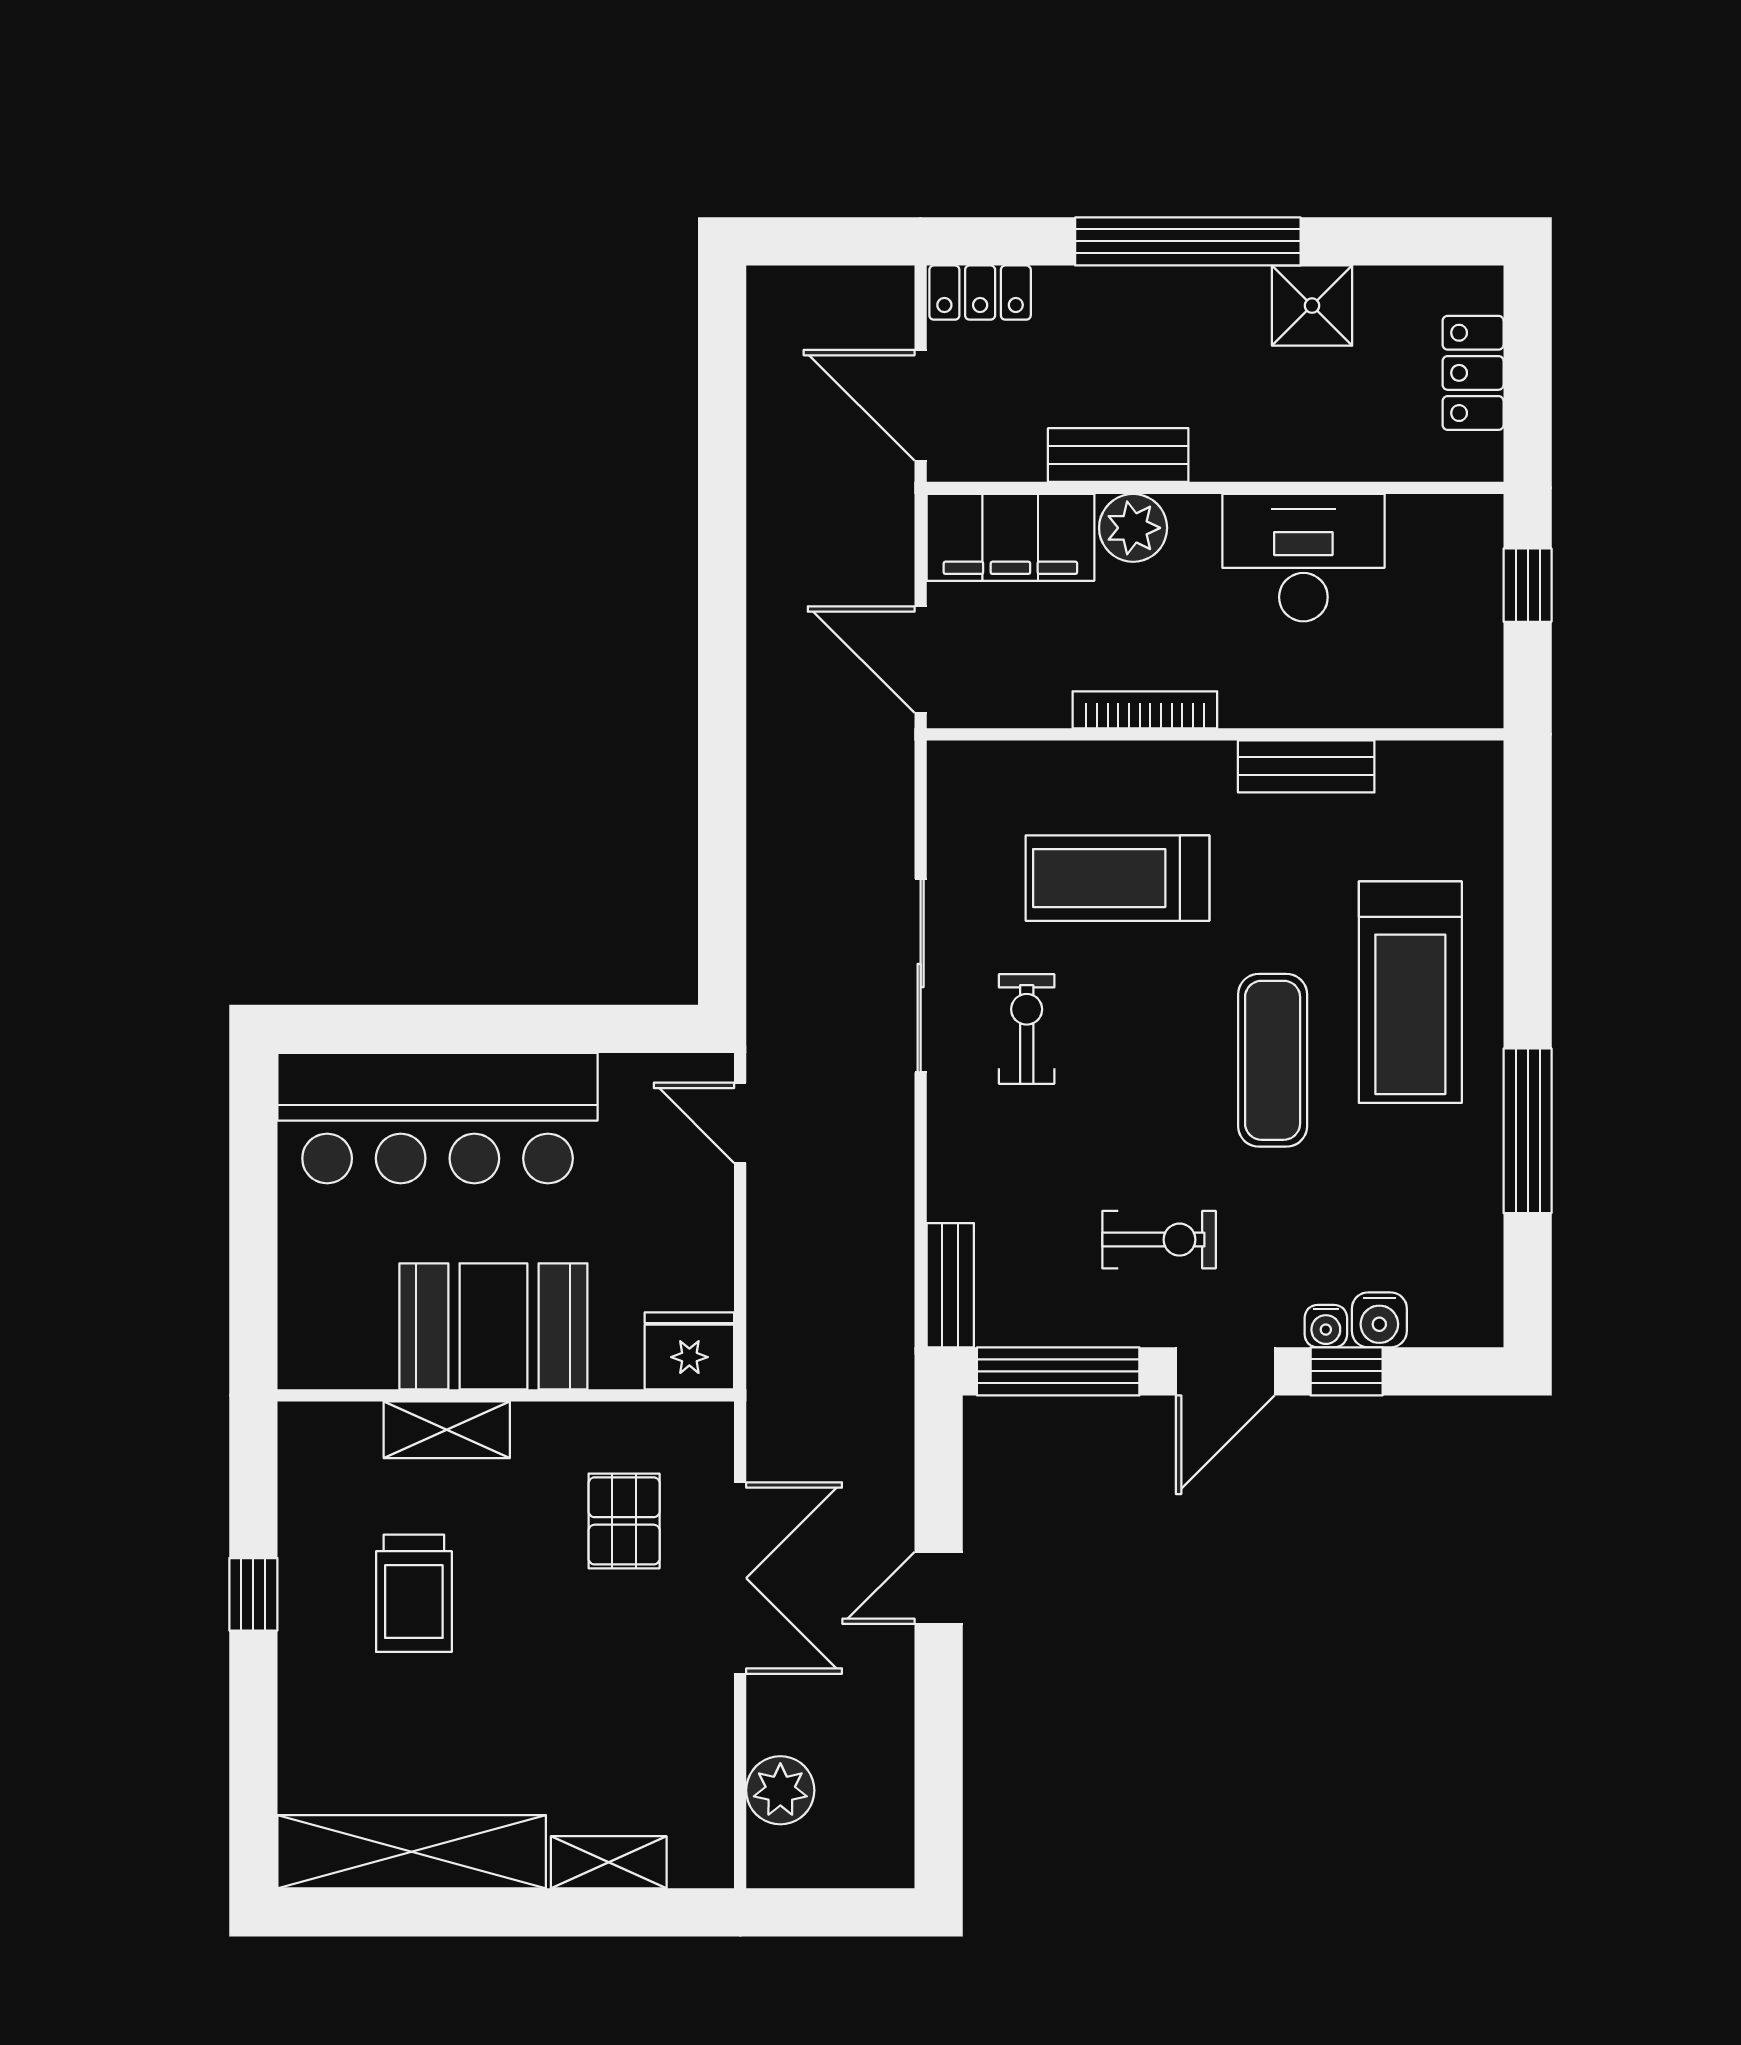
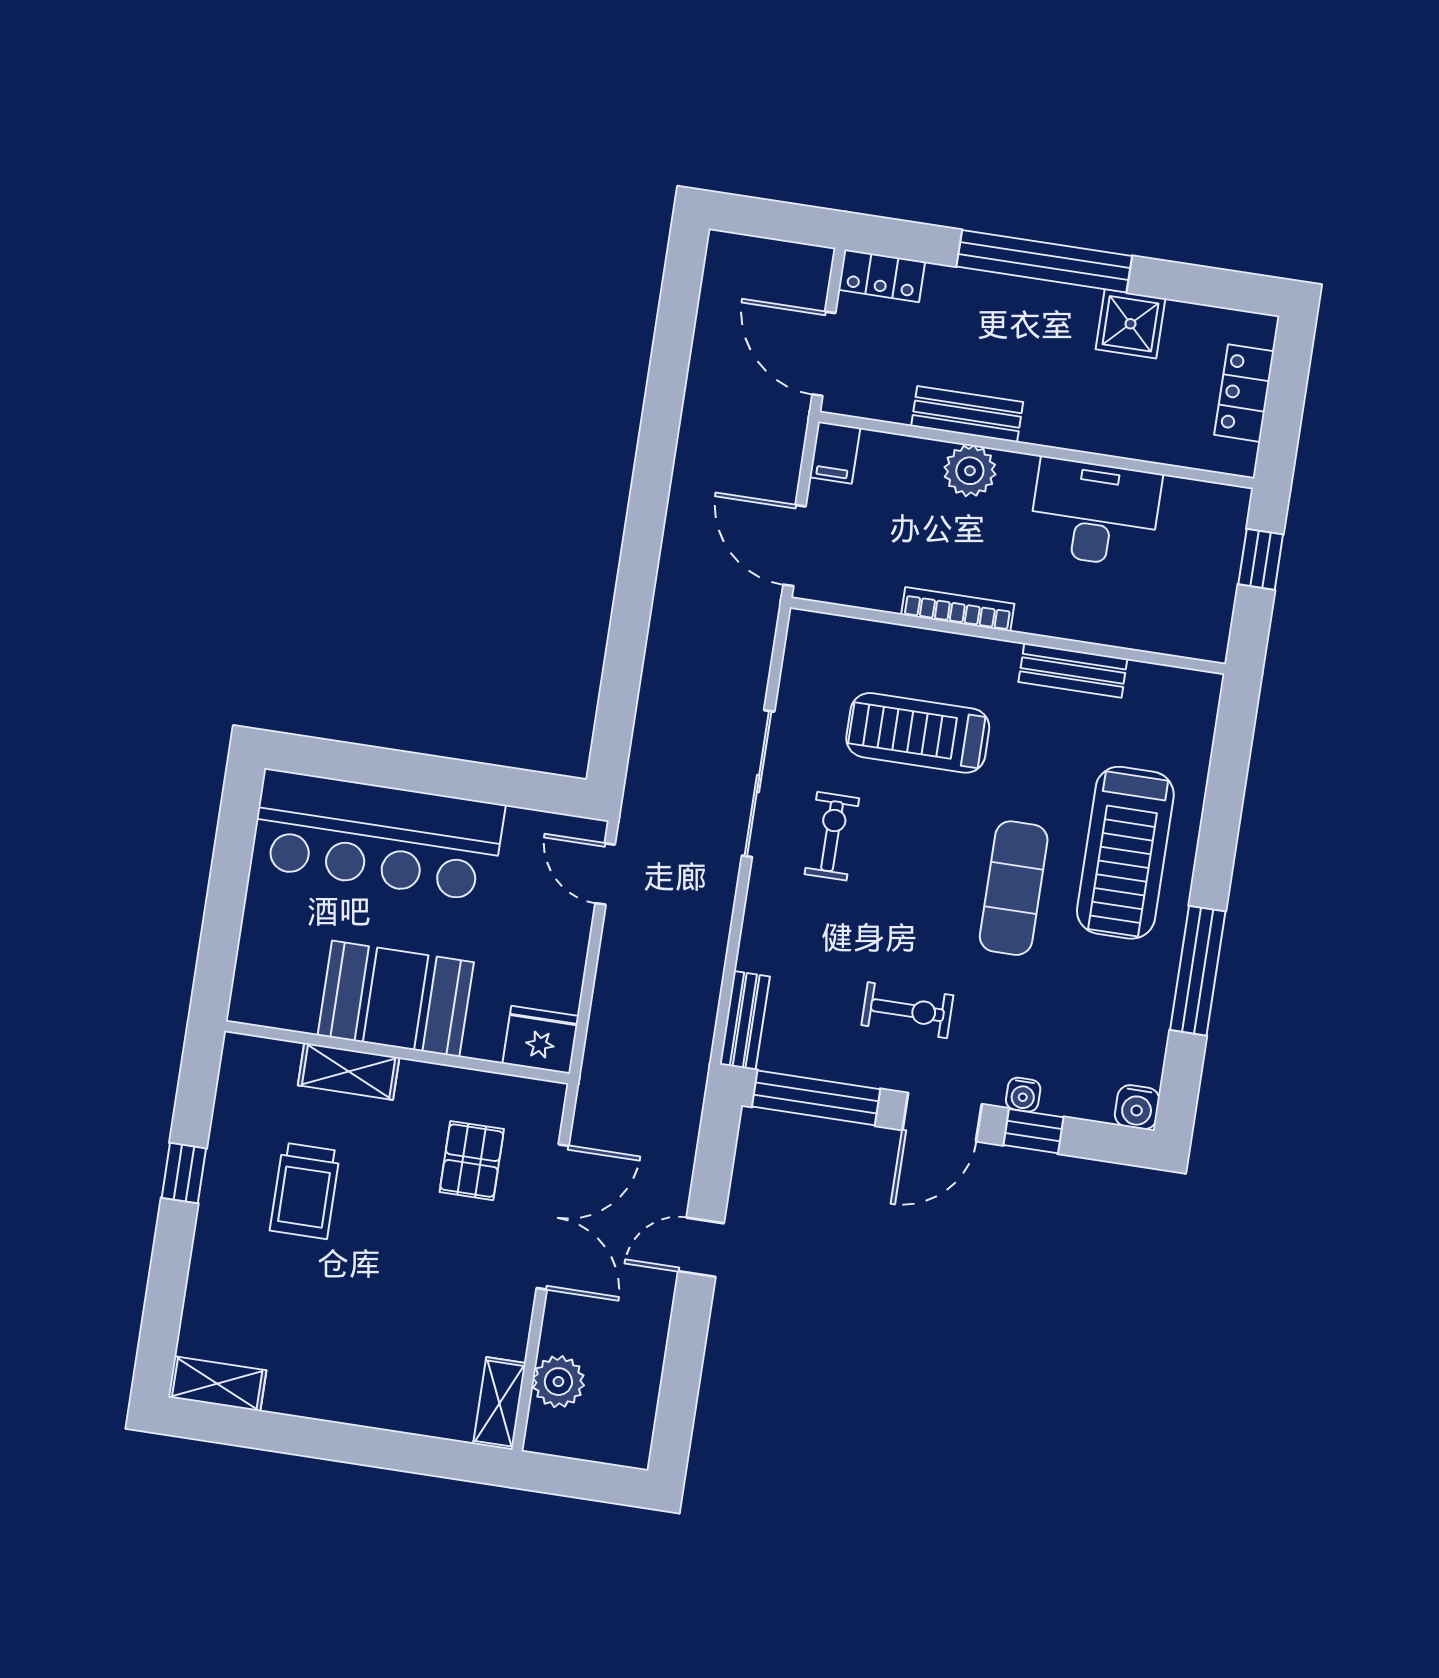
filing cabinet: (1010, 537) -> (835, 453), width x0.33, depth x0.86
water cooler: (1379, 1320) -> (1137, 1107), moved
shelving: (412, 1852) -> (217, 1384), width x0.45, depth x0.75
shelving: (609, 1862) -> (499, 1403), moved, turned 90

